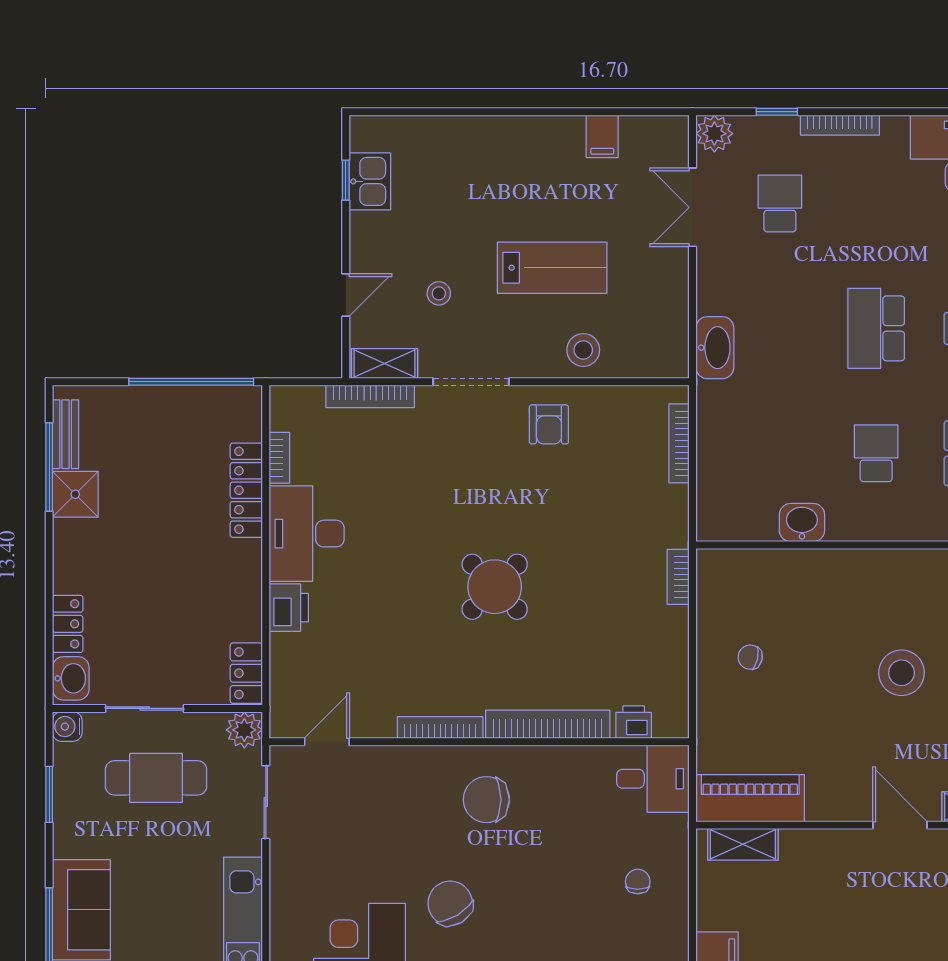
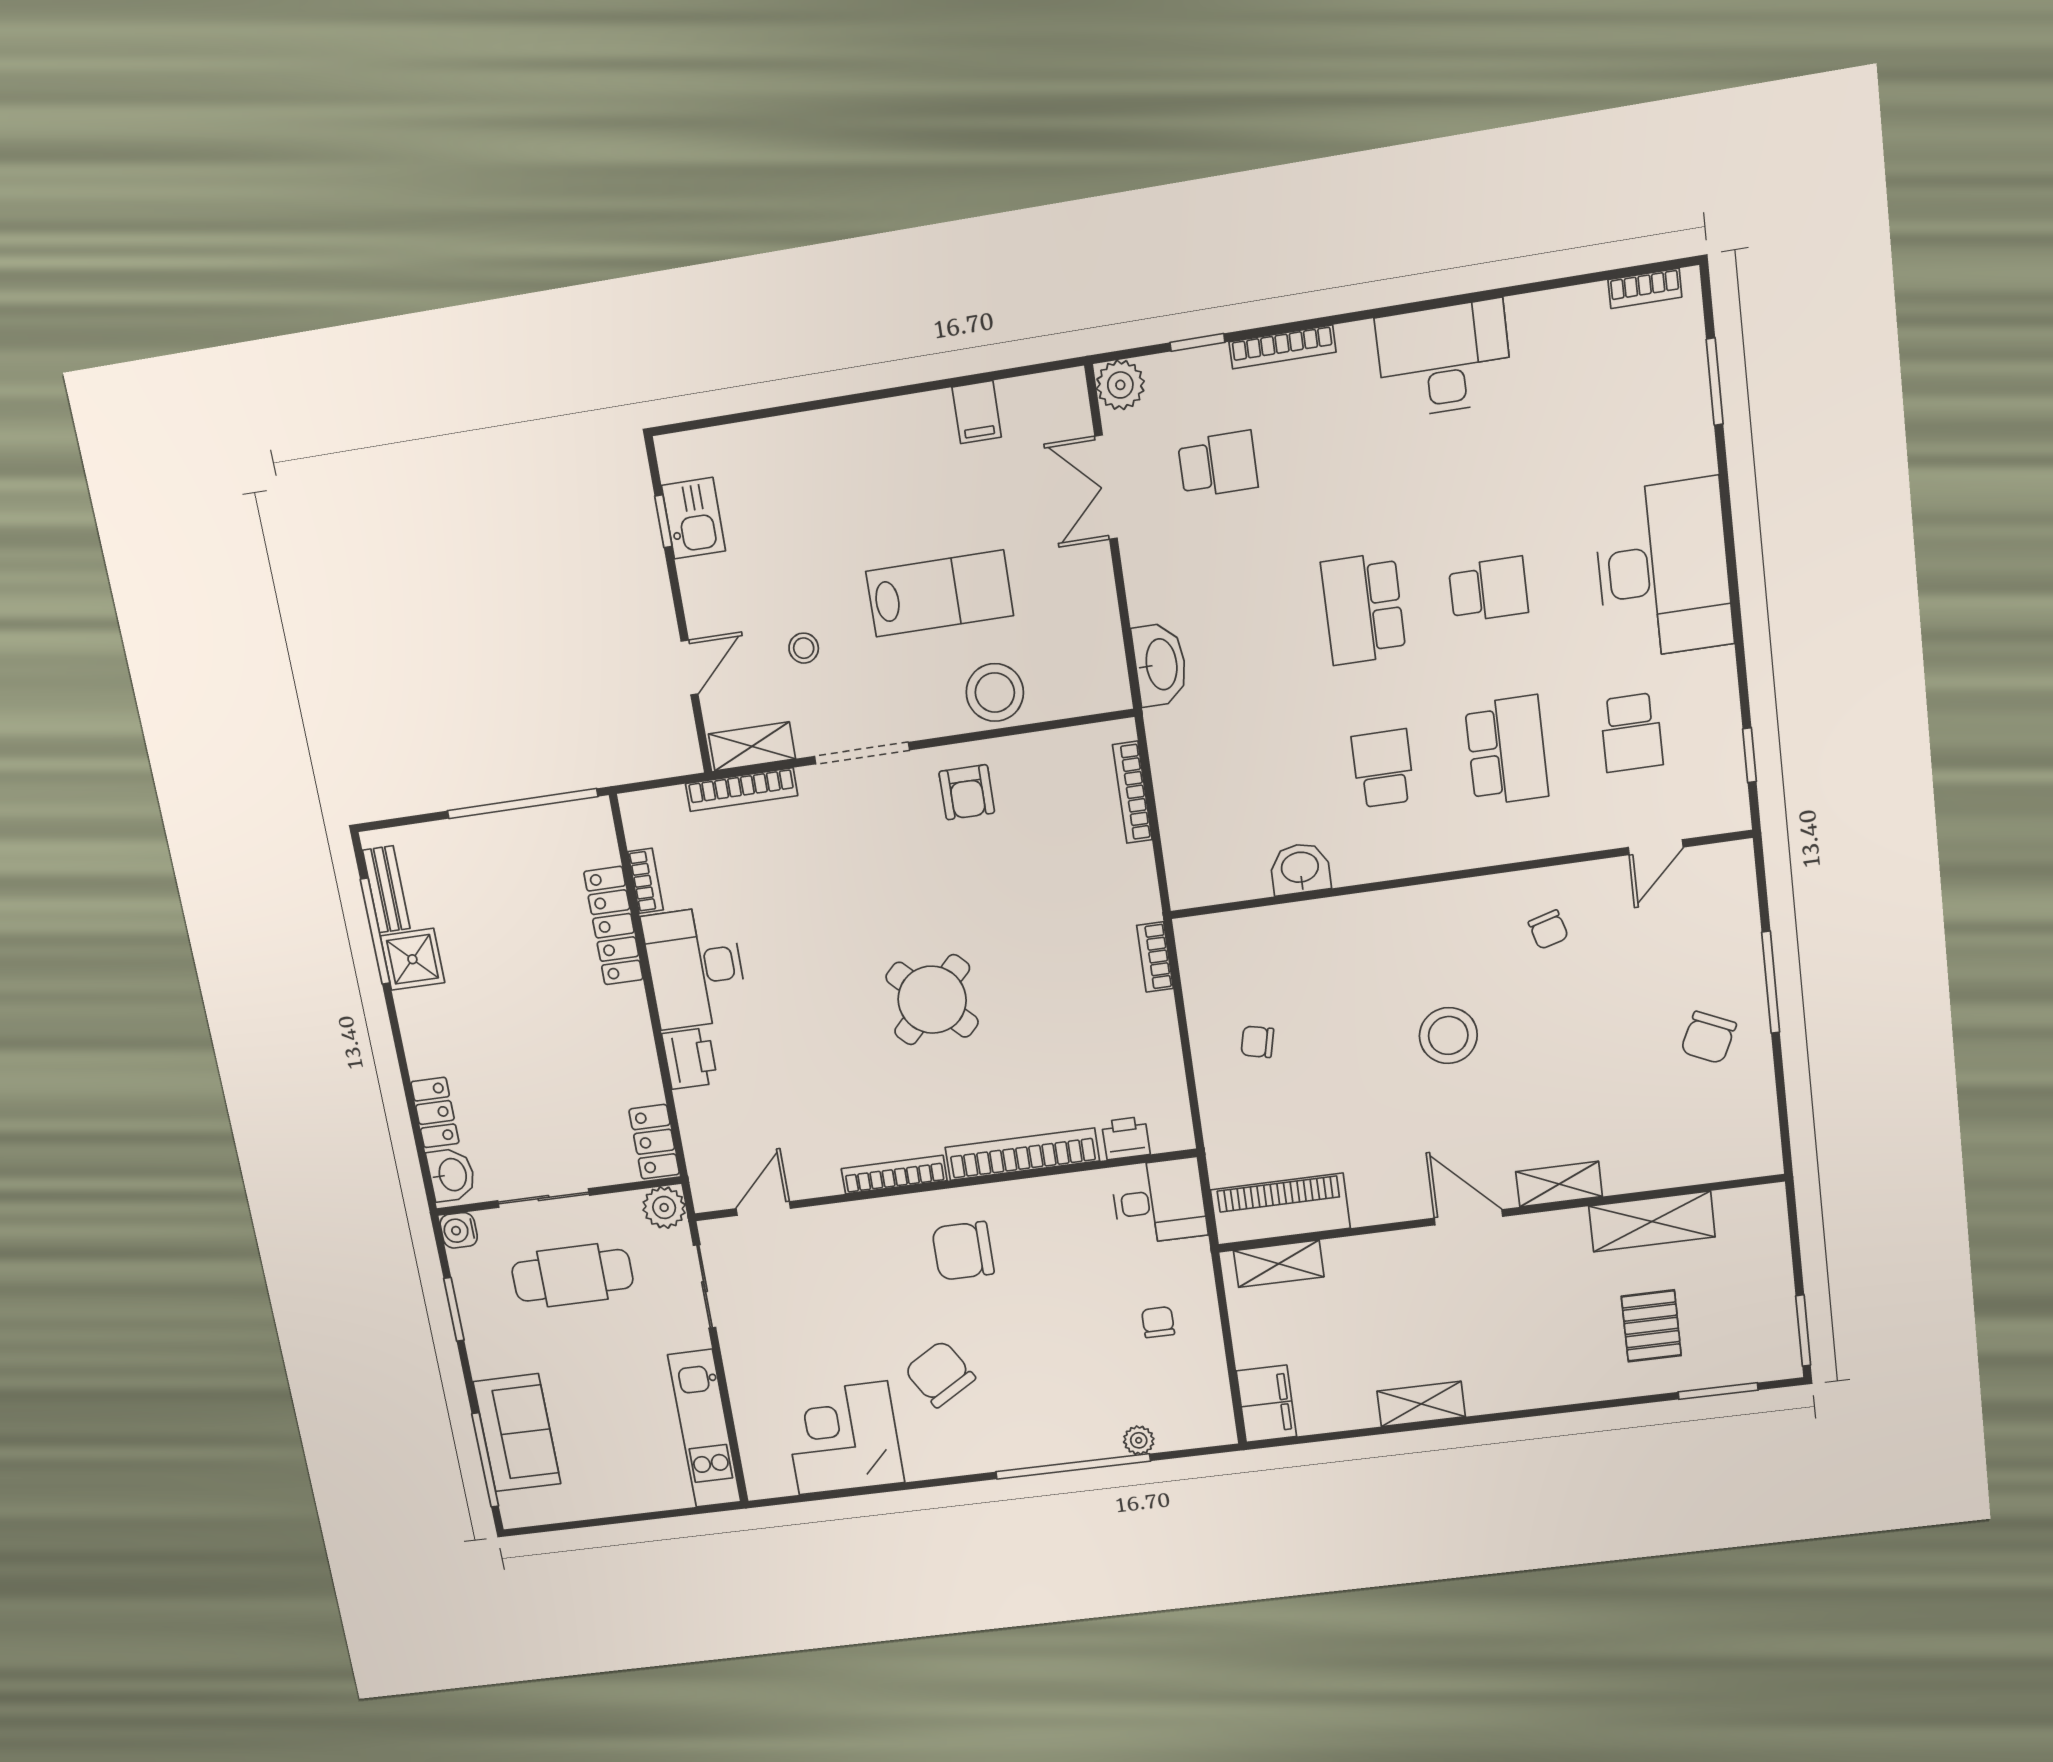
school desk: (780, 203) -> (1218, 464), turned 90
stool: (583, 350) -> (995, 692), width x1.38, depth x1.38

